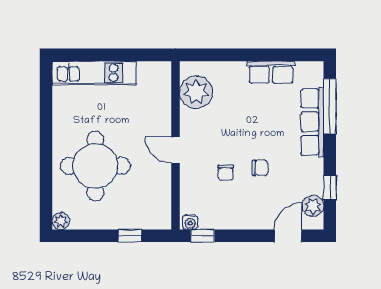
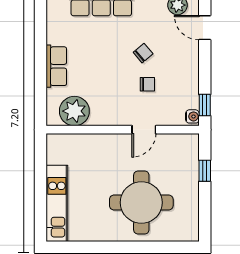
row of seats: (271, 72) -> (56, 66), moved
door: (176, 150) -> (144, 130), moved
chair: (260, 168) -> (143, 53), turned 50
plant: (61, 221) -> (191, 234), removed

